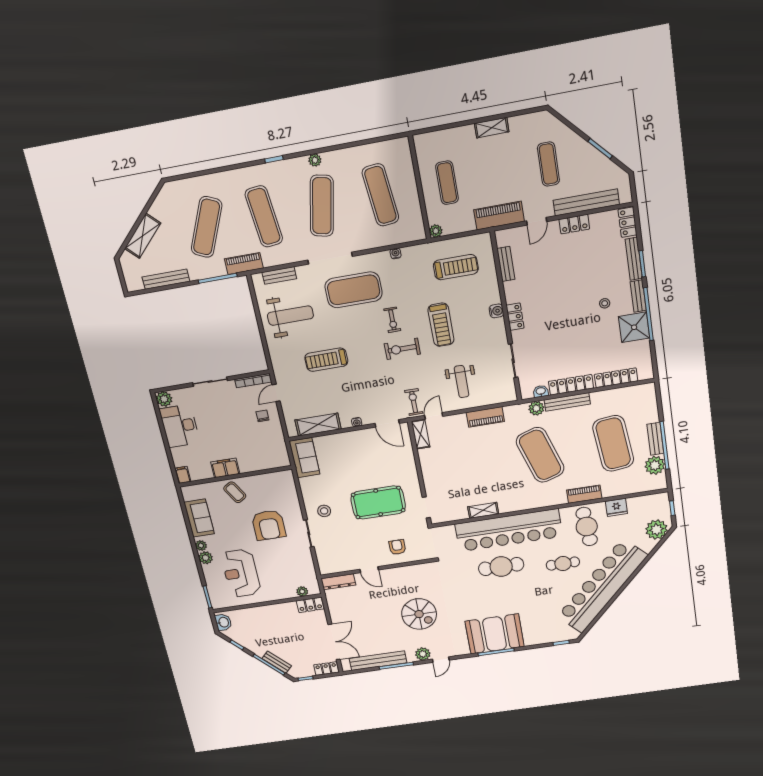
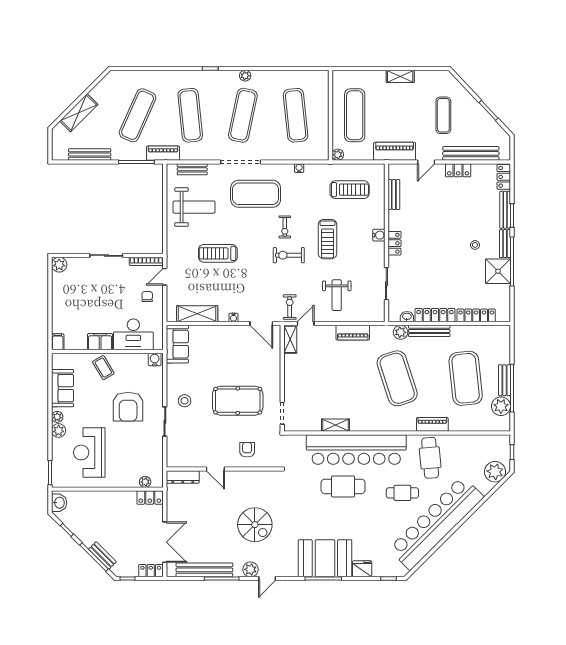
exercise mat: (447, 183) -> (355, 115), width x1.36, depth x1.45
desk: (180, 426) -> (133, 334), moved, turned -90
water cooler: (285, 476) -> (155, 360), added
fridge: (616, 507) -> (362, 569), moved, turned 180

